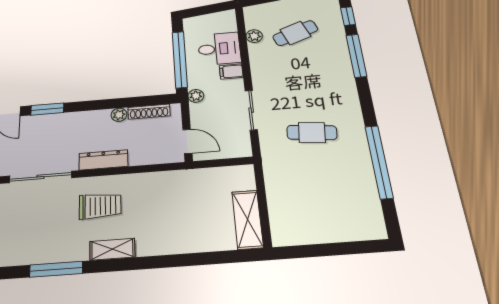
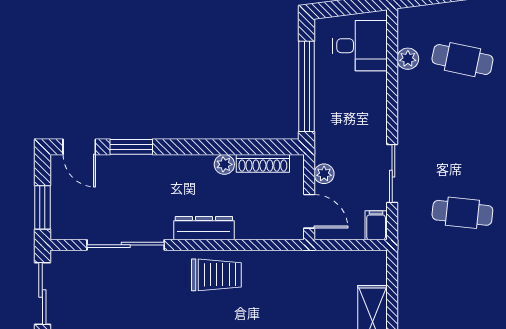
cafe table: (295, 33) -> (462, 60), turned 33
desk: (219, 49) -> (360, 46), moved
filing cabinet: (231, 72) -> (376, 225), moved, turned 90
plant: (196, 96) -> (324, 174), moved
trolley: (100, 206) -> (216, 275), moved

